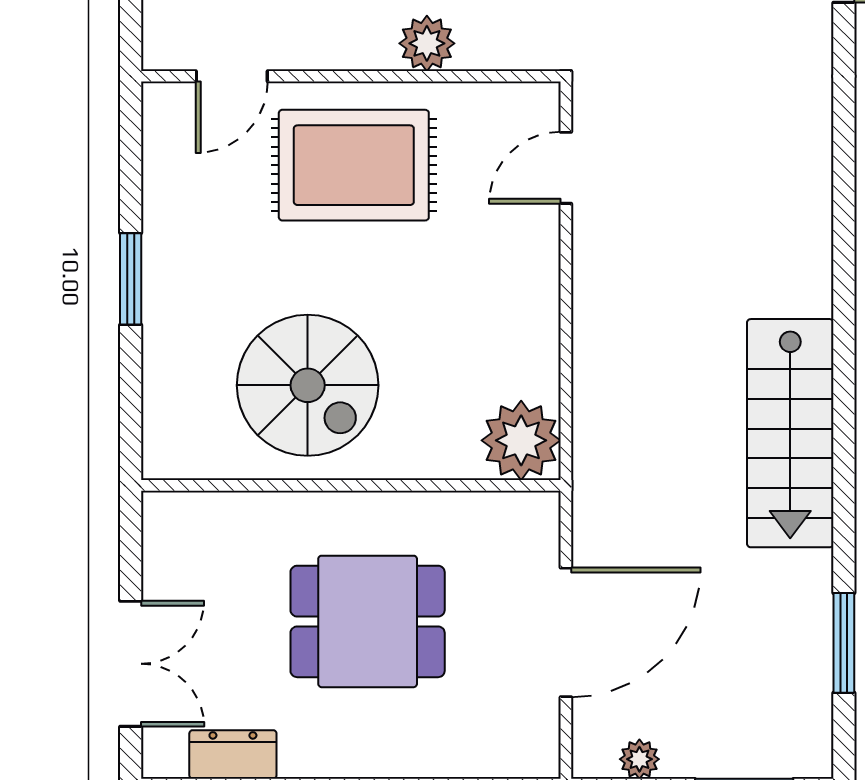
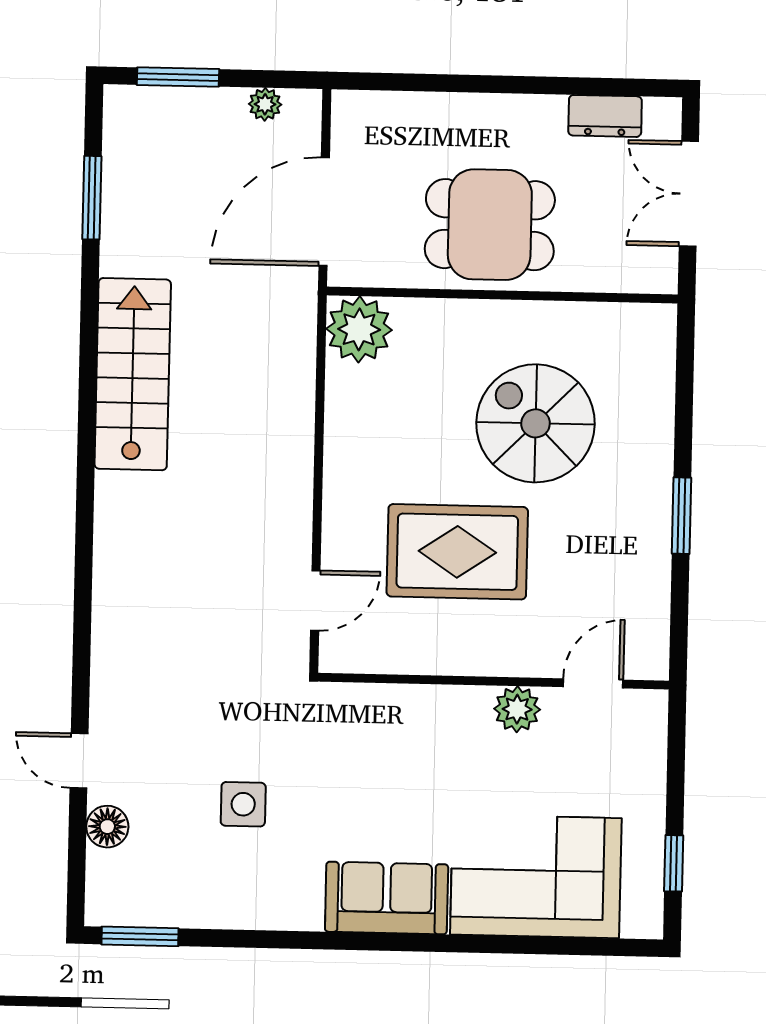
plant: (427, 43) -> (517, 709), moved
rug: (354, 165) -> (457, 552), moved
plant: (521, 440) -> (359, 329), moved
wall: (351, 485) -> (502, 295), moved

